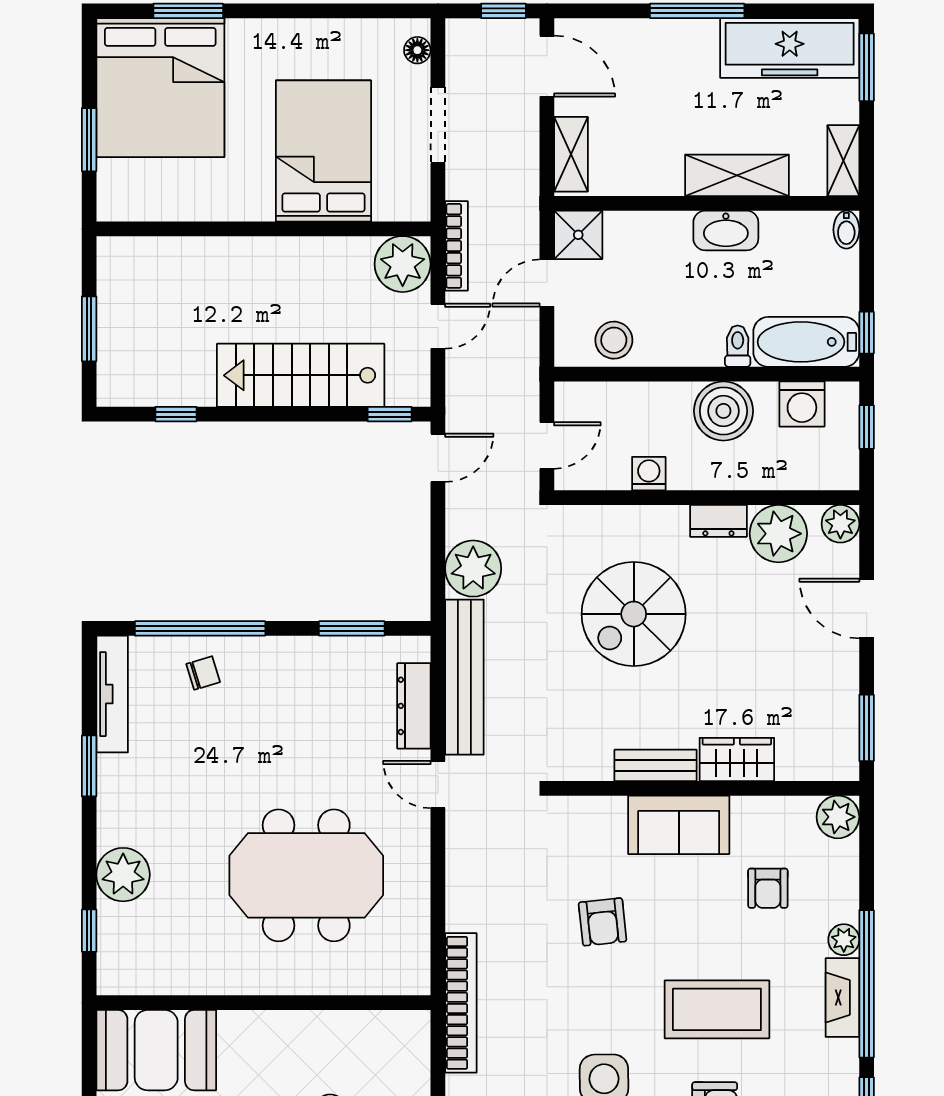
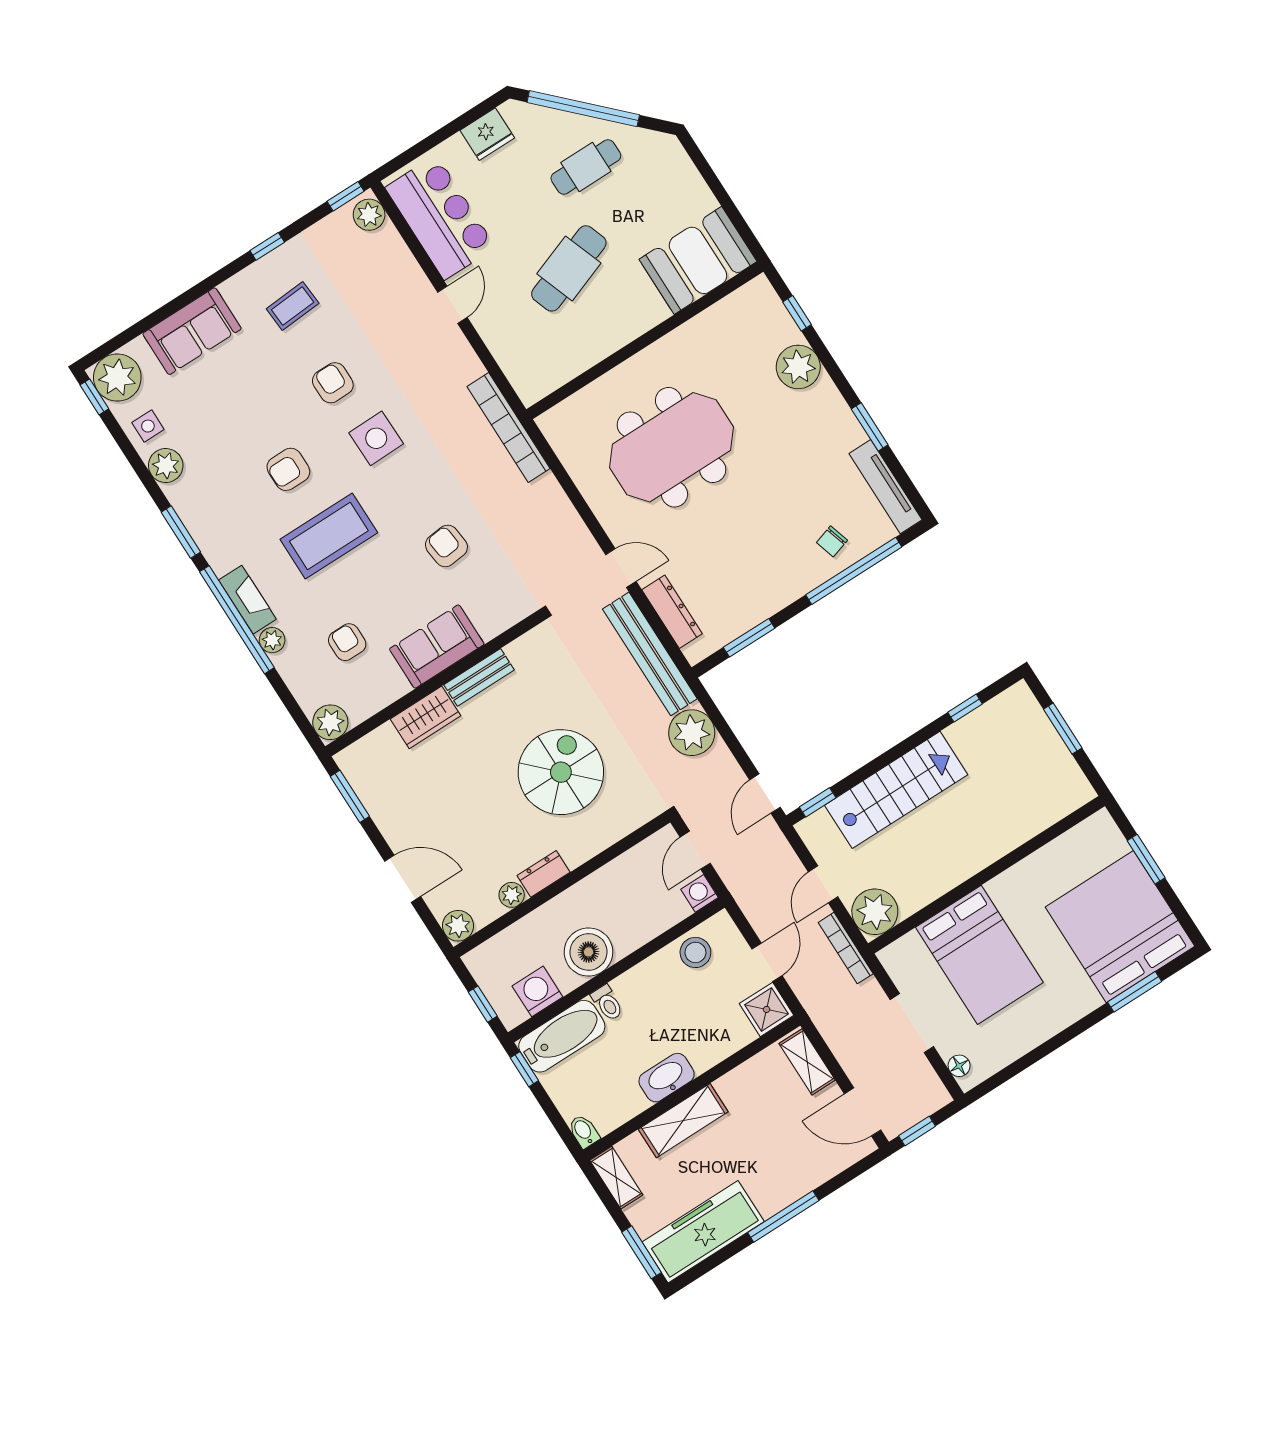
washing machine: (649, 474) -> (700, 893), moved, turned 180
plant: (778, 534) -> (512, 895), width x0.53, depth x0.53

